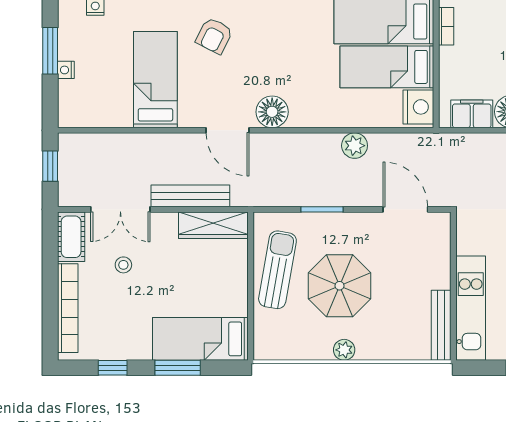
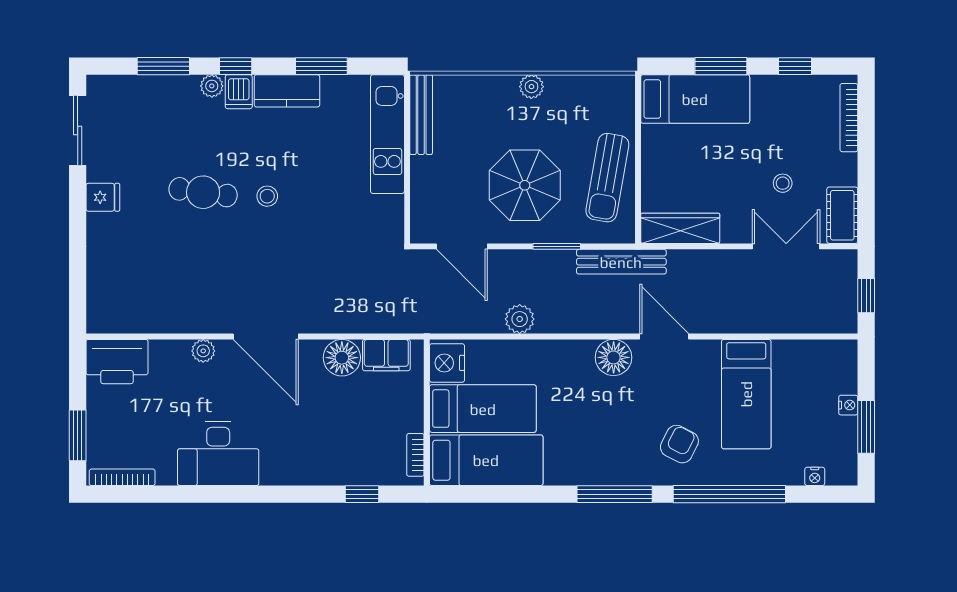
bench: (190, 196) -> (621, 262), moved
parasol: (340, 286) -> (525, 185), moved
bookcase: (68, 308) -> (849, 118), width x0.68, depth x0.76

